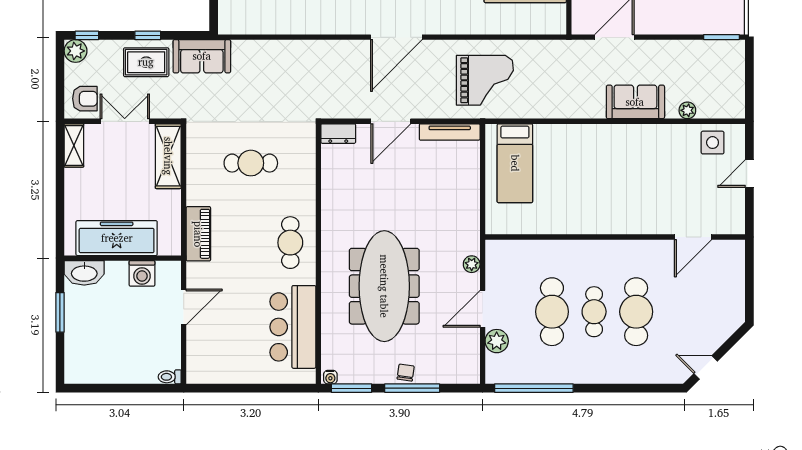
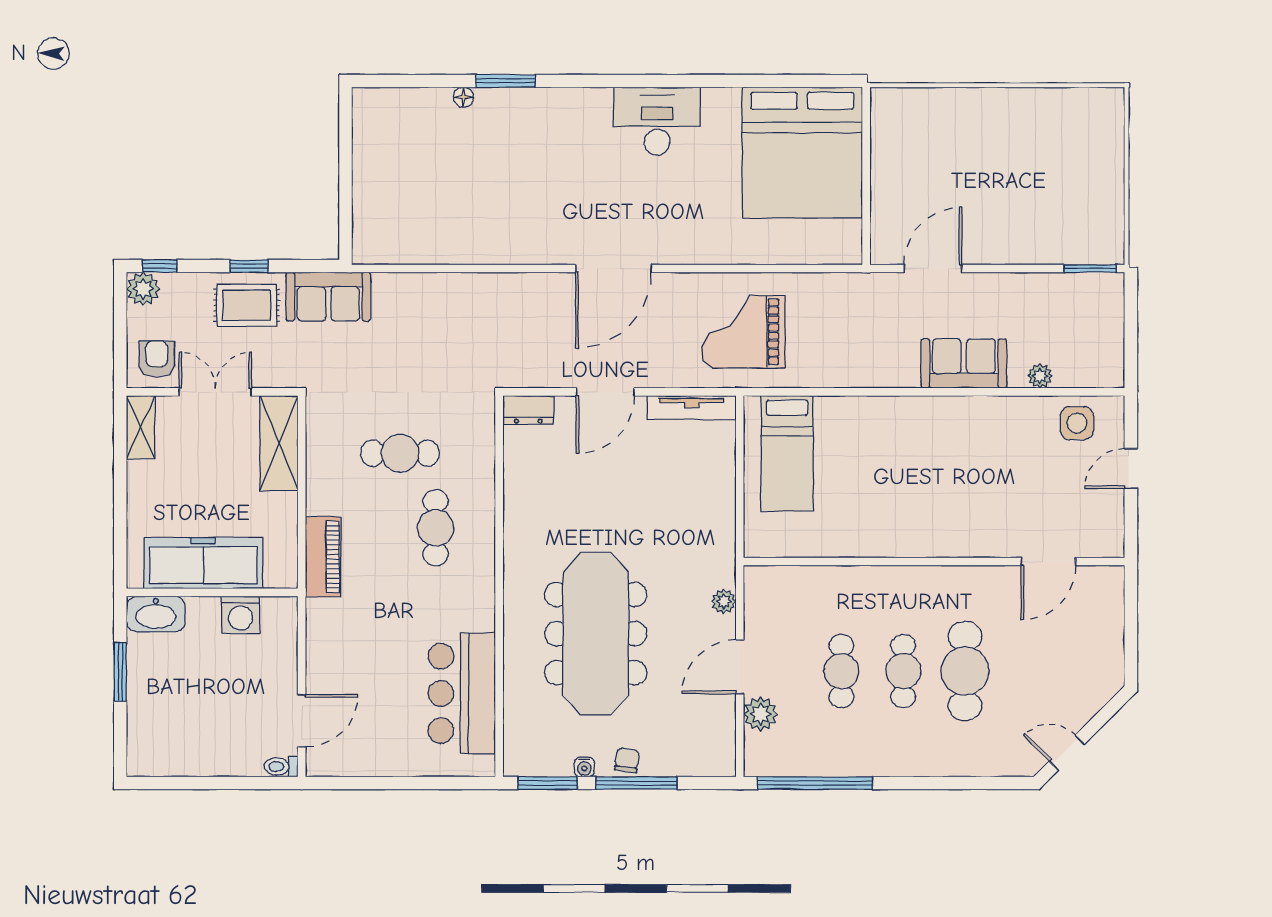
grand piano: (485, 80) -> (743, 332), turned 180
armchair: (85, 99) -> (157, 359), turned -90
cafe table: (290, 243) -> (436, 528), moved
door: (184, 307) -> (302, 721), moved
cafe table: (552, 312) -> (842, 671), width x0.73, depth x0.74
water cooler: (330, 377) -> (584, 767), moved

